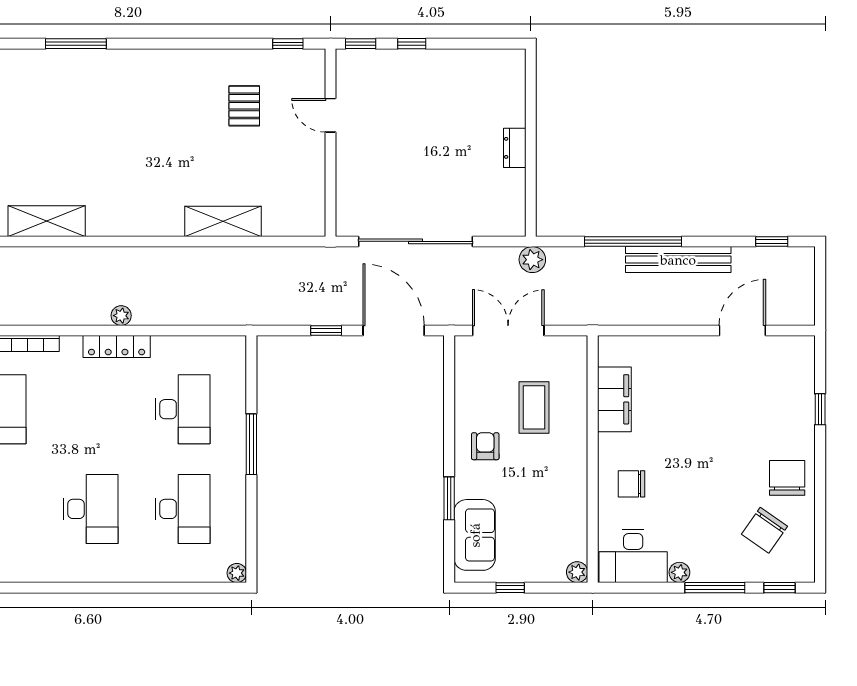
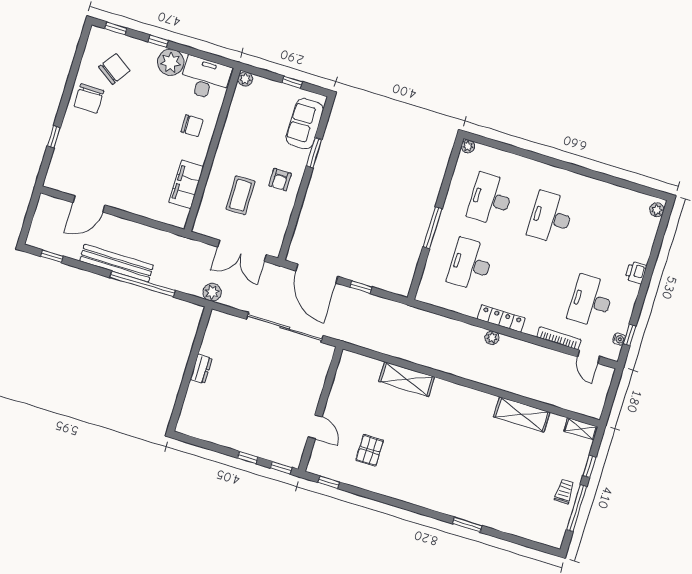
window: (76, 44) -> (467, 525), width x0.69
plant: (679, 572) -> (171, 62), width x1.87, depth x1.87
window: (715, 588) -> (158, 41), width x0.46

